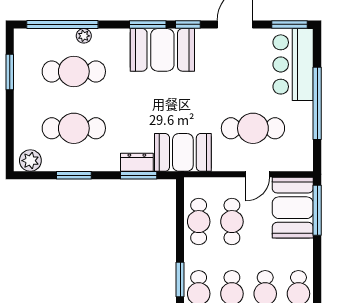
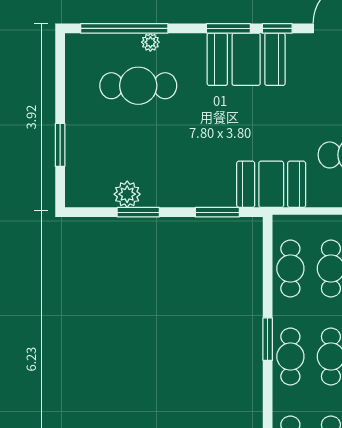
window: (10, 72) -> (60, 145), moved
cafe table: (74, 128) -> (138, 155), removed
plant: (30, 161) -> (127, 194), moved
dresser: (137, 162) -> (215, 196), removed

